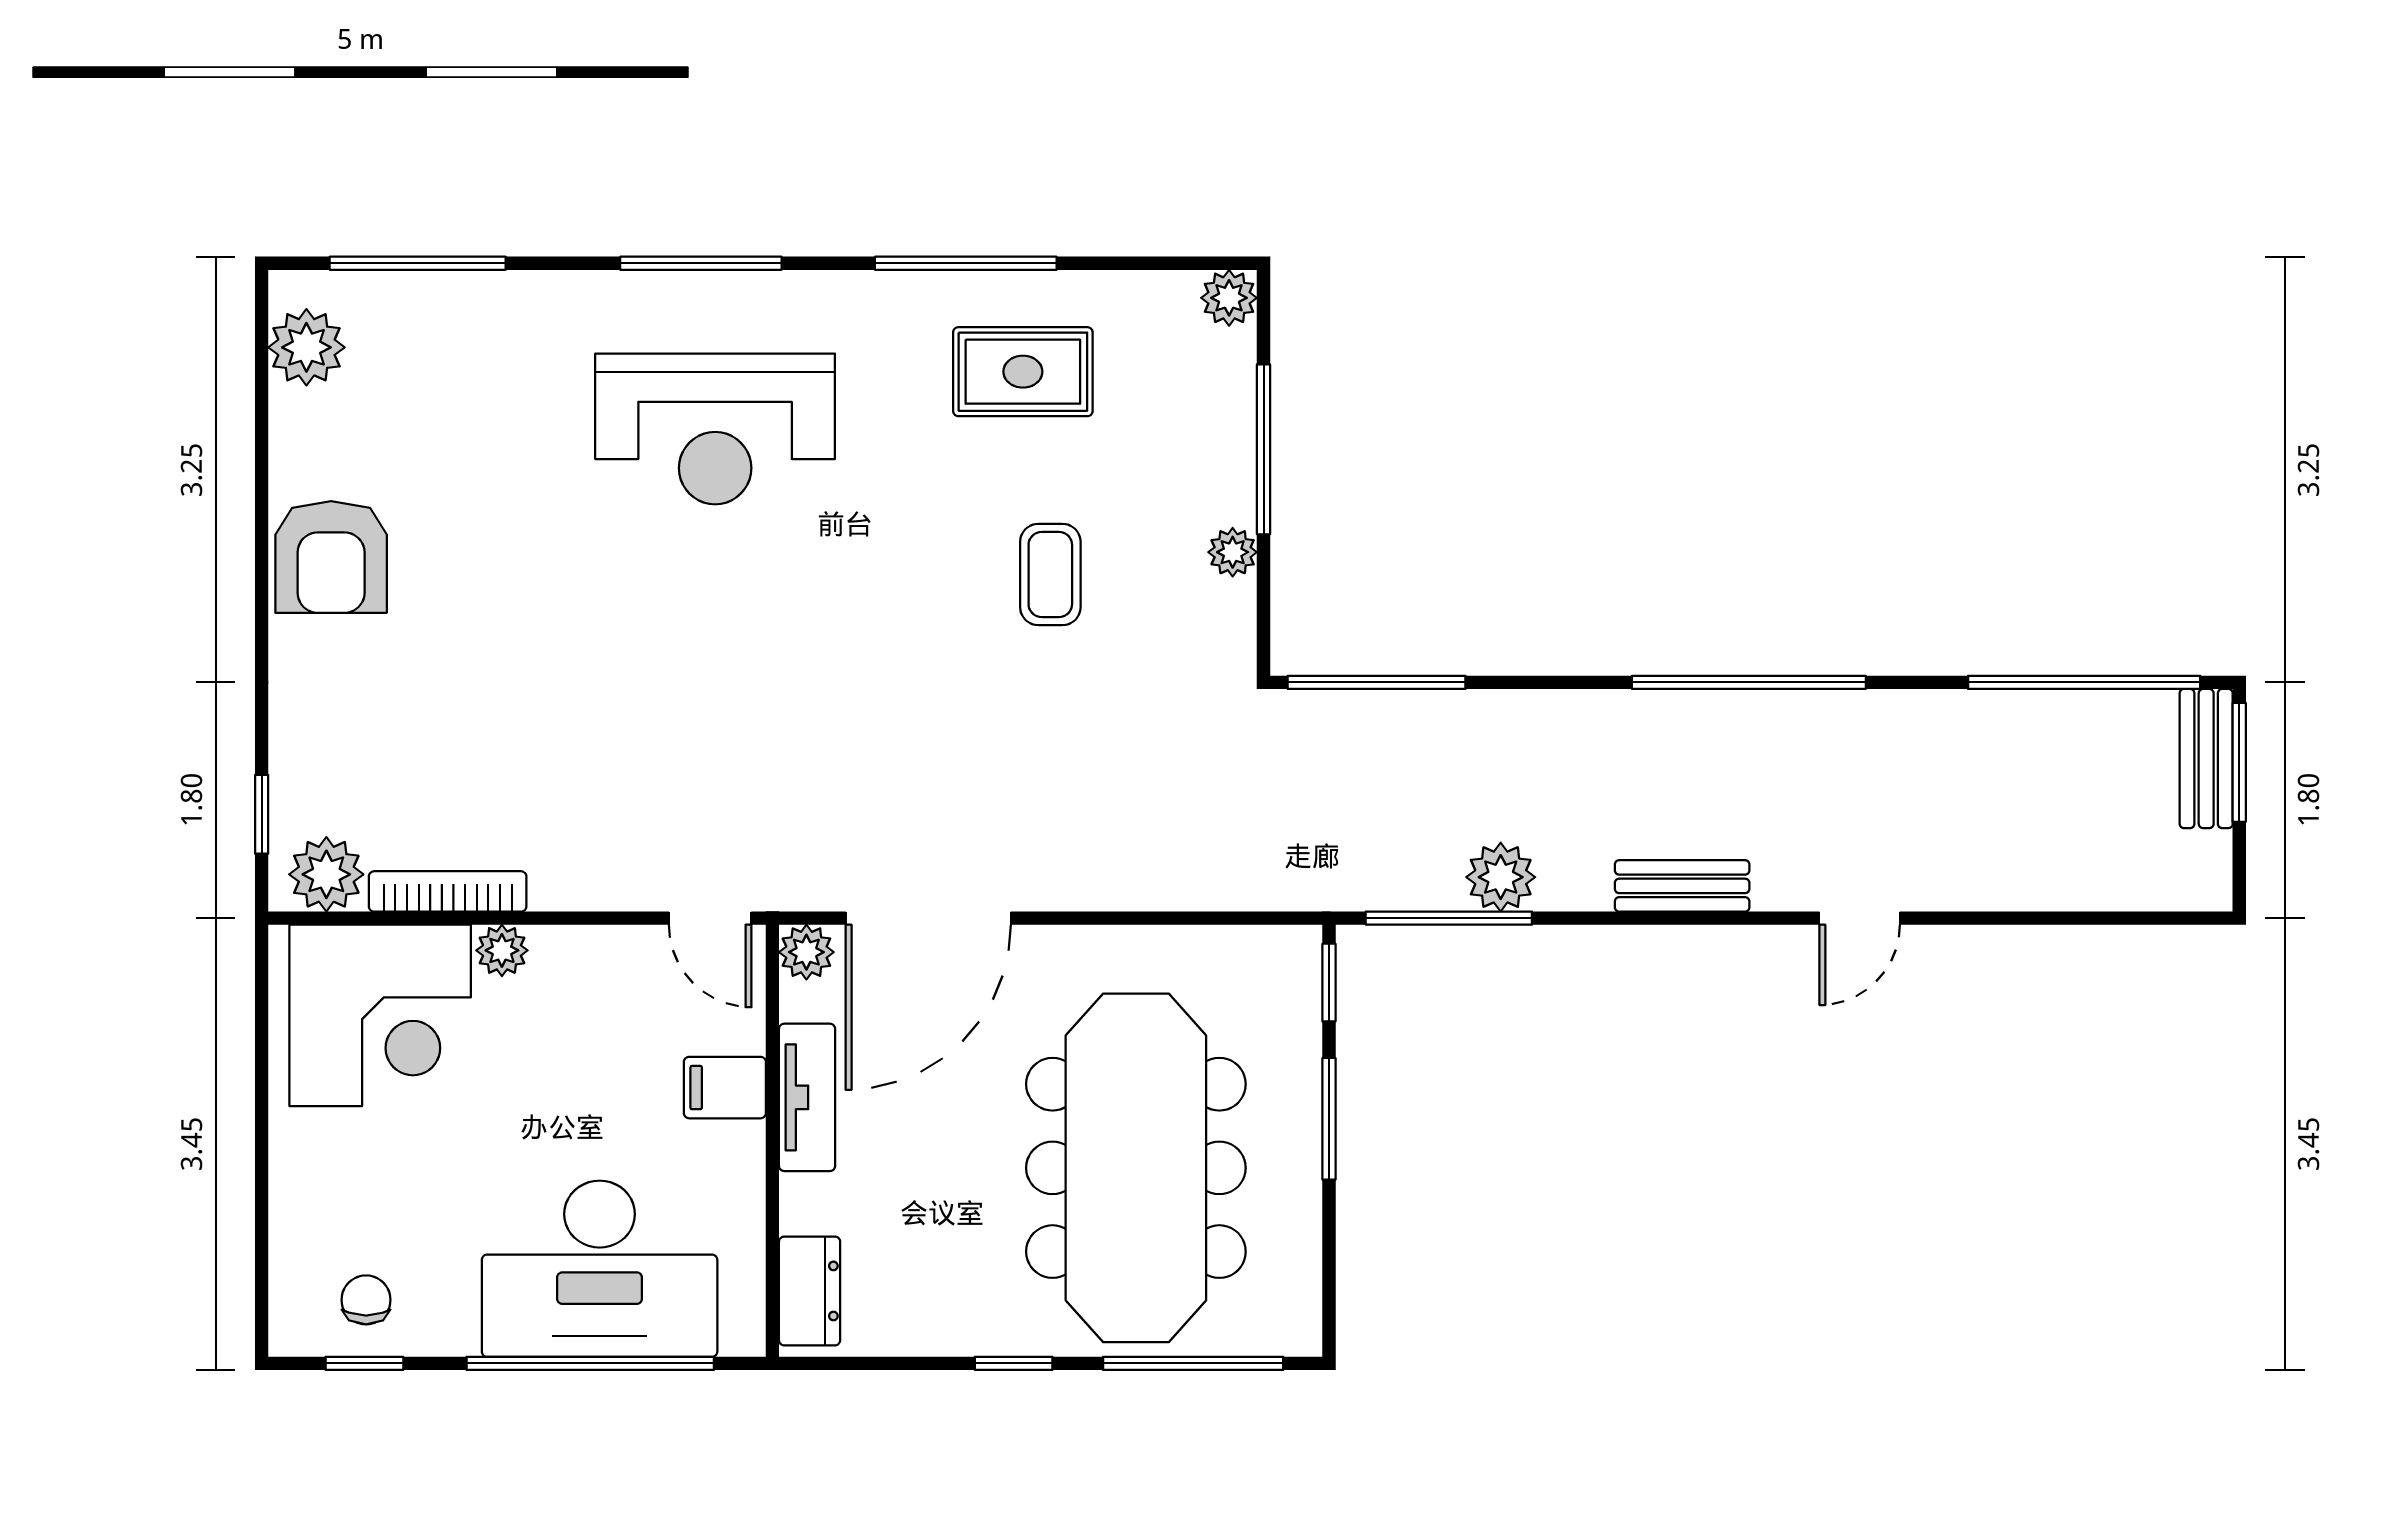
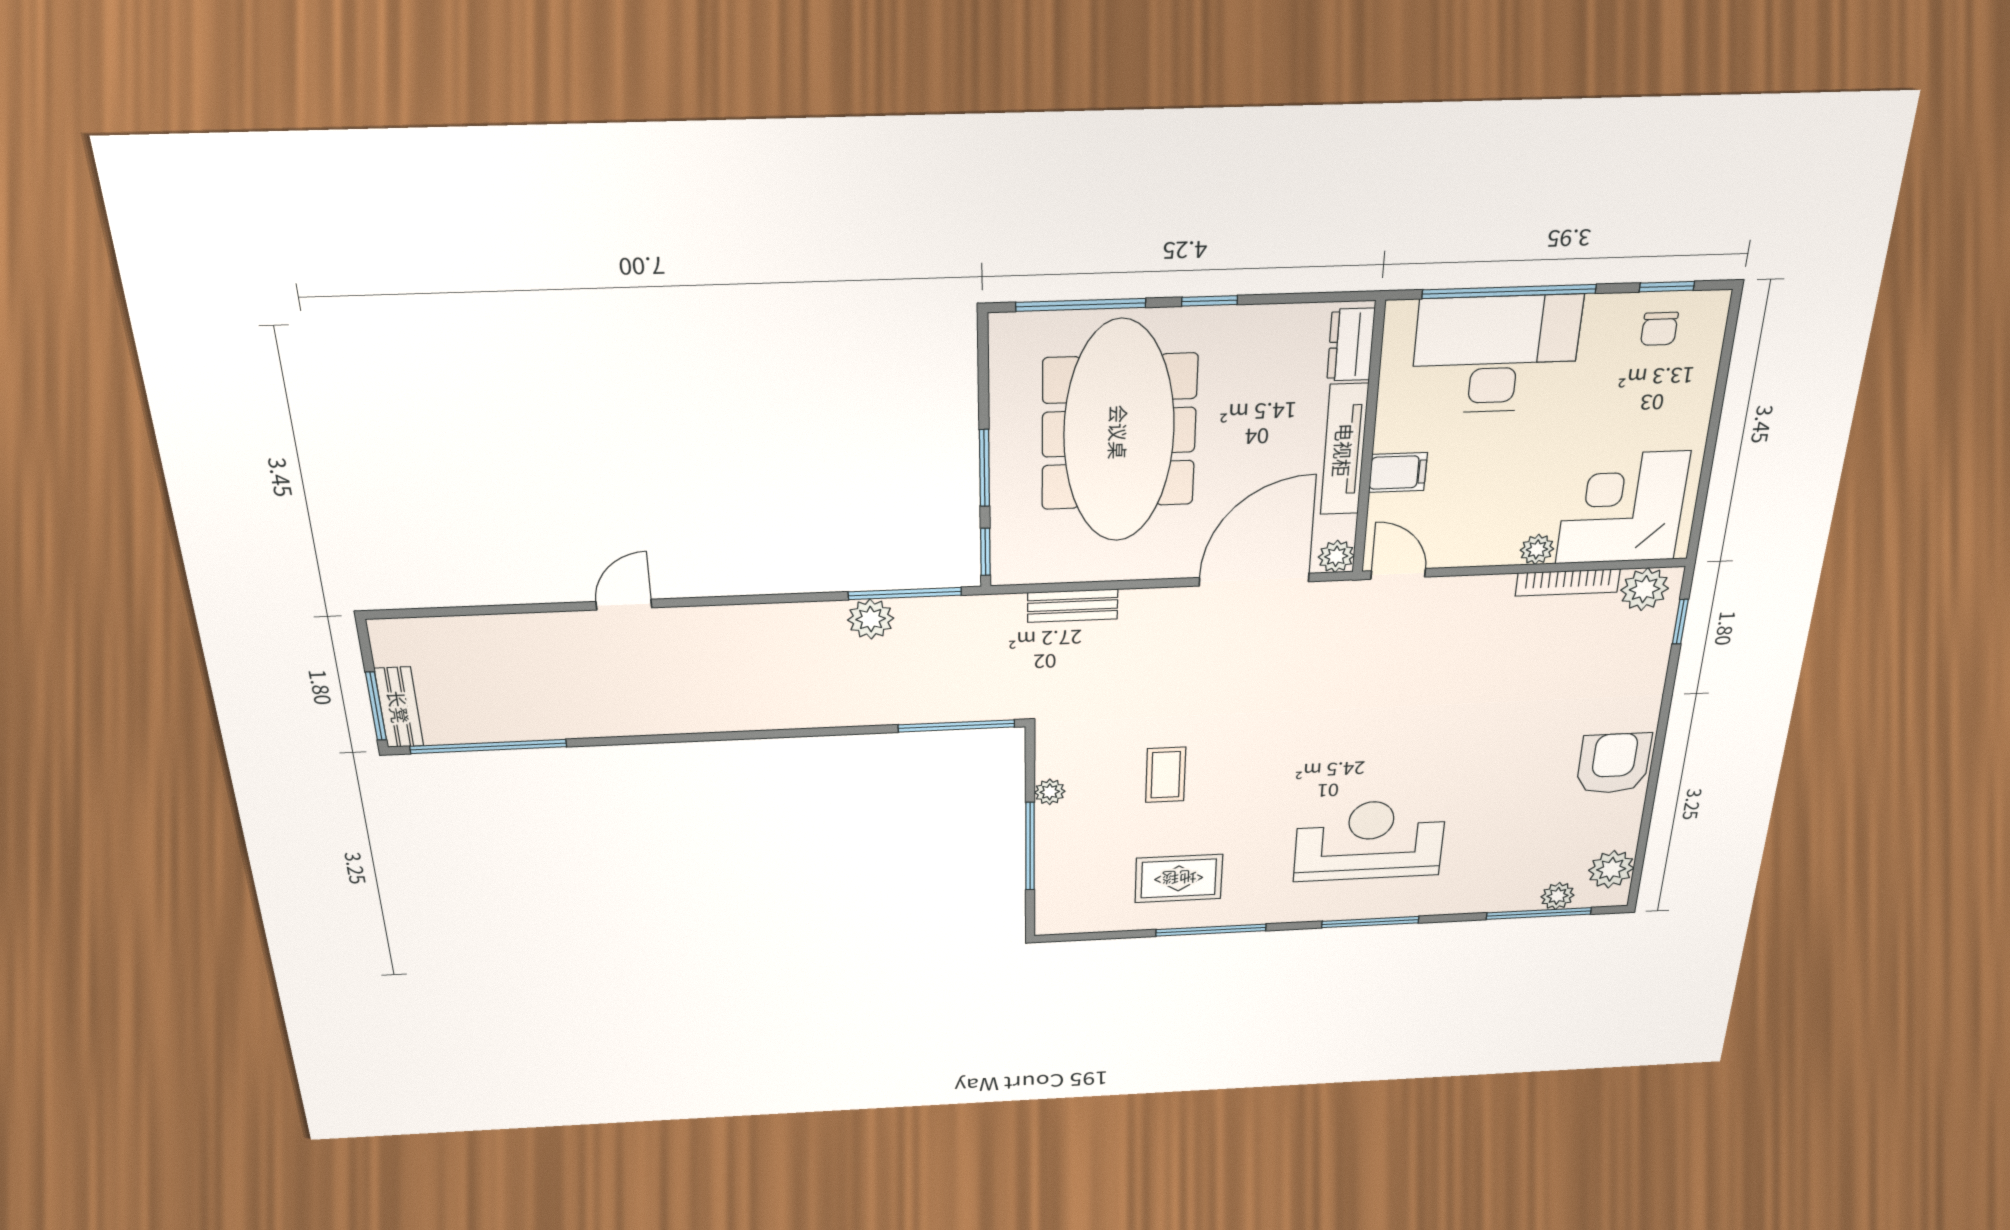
plant: (1229, 298) -> (1558, 896), moved
window: (1749, 682) -> (712, 737), removed
bench: (1682, 886) -> (1073, 606), moved
tv unit: (807, 1097) -> (1344, 450), width x1.41

